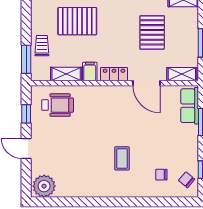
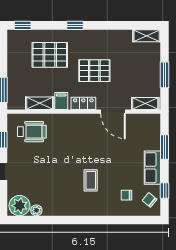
pallet: (152, 32) -> (94, 71), moved, turned 90
trolley: (42, 46) -> (18, 77), removed
row of seats: (190, 106) -> (152, 168), moved
plant: (63, 191) -> (36, 210), added

